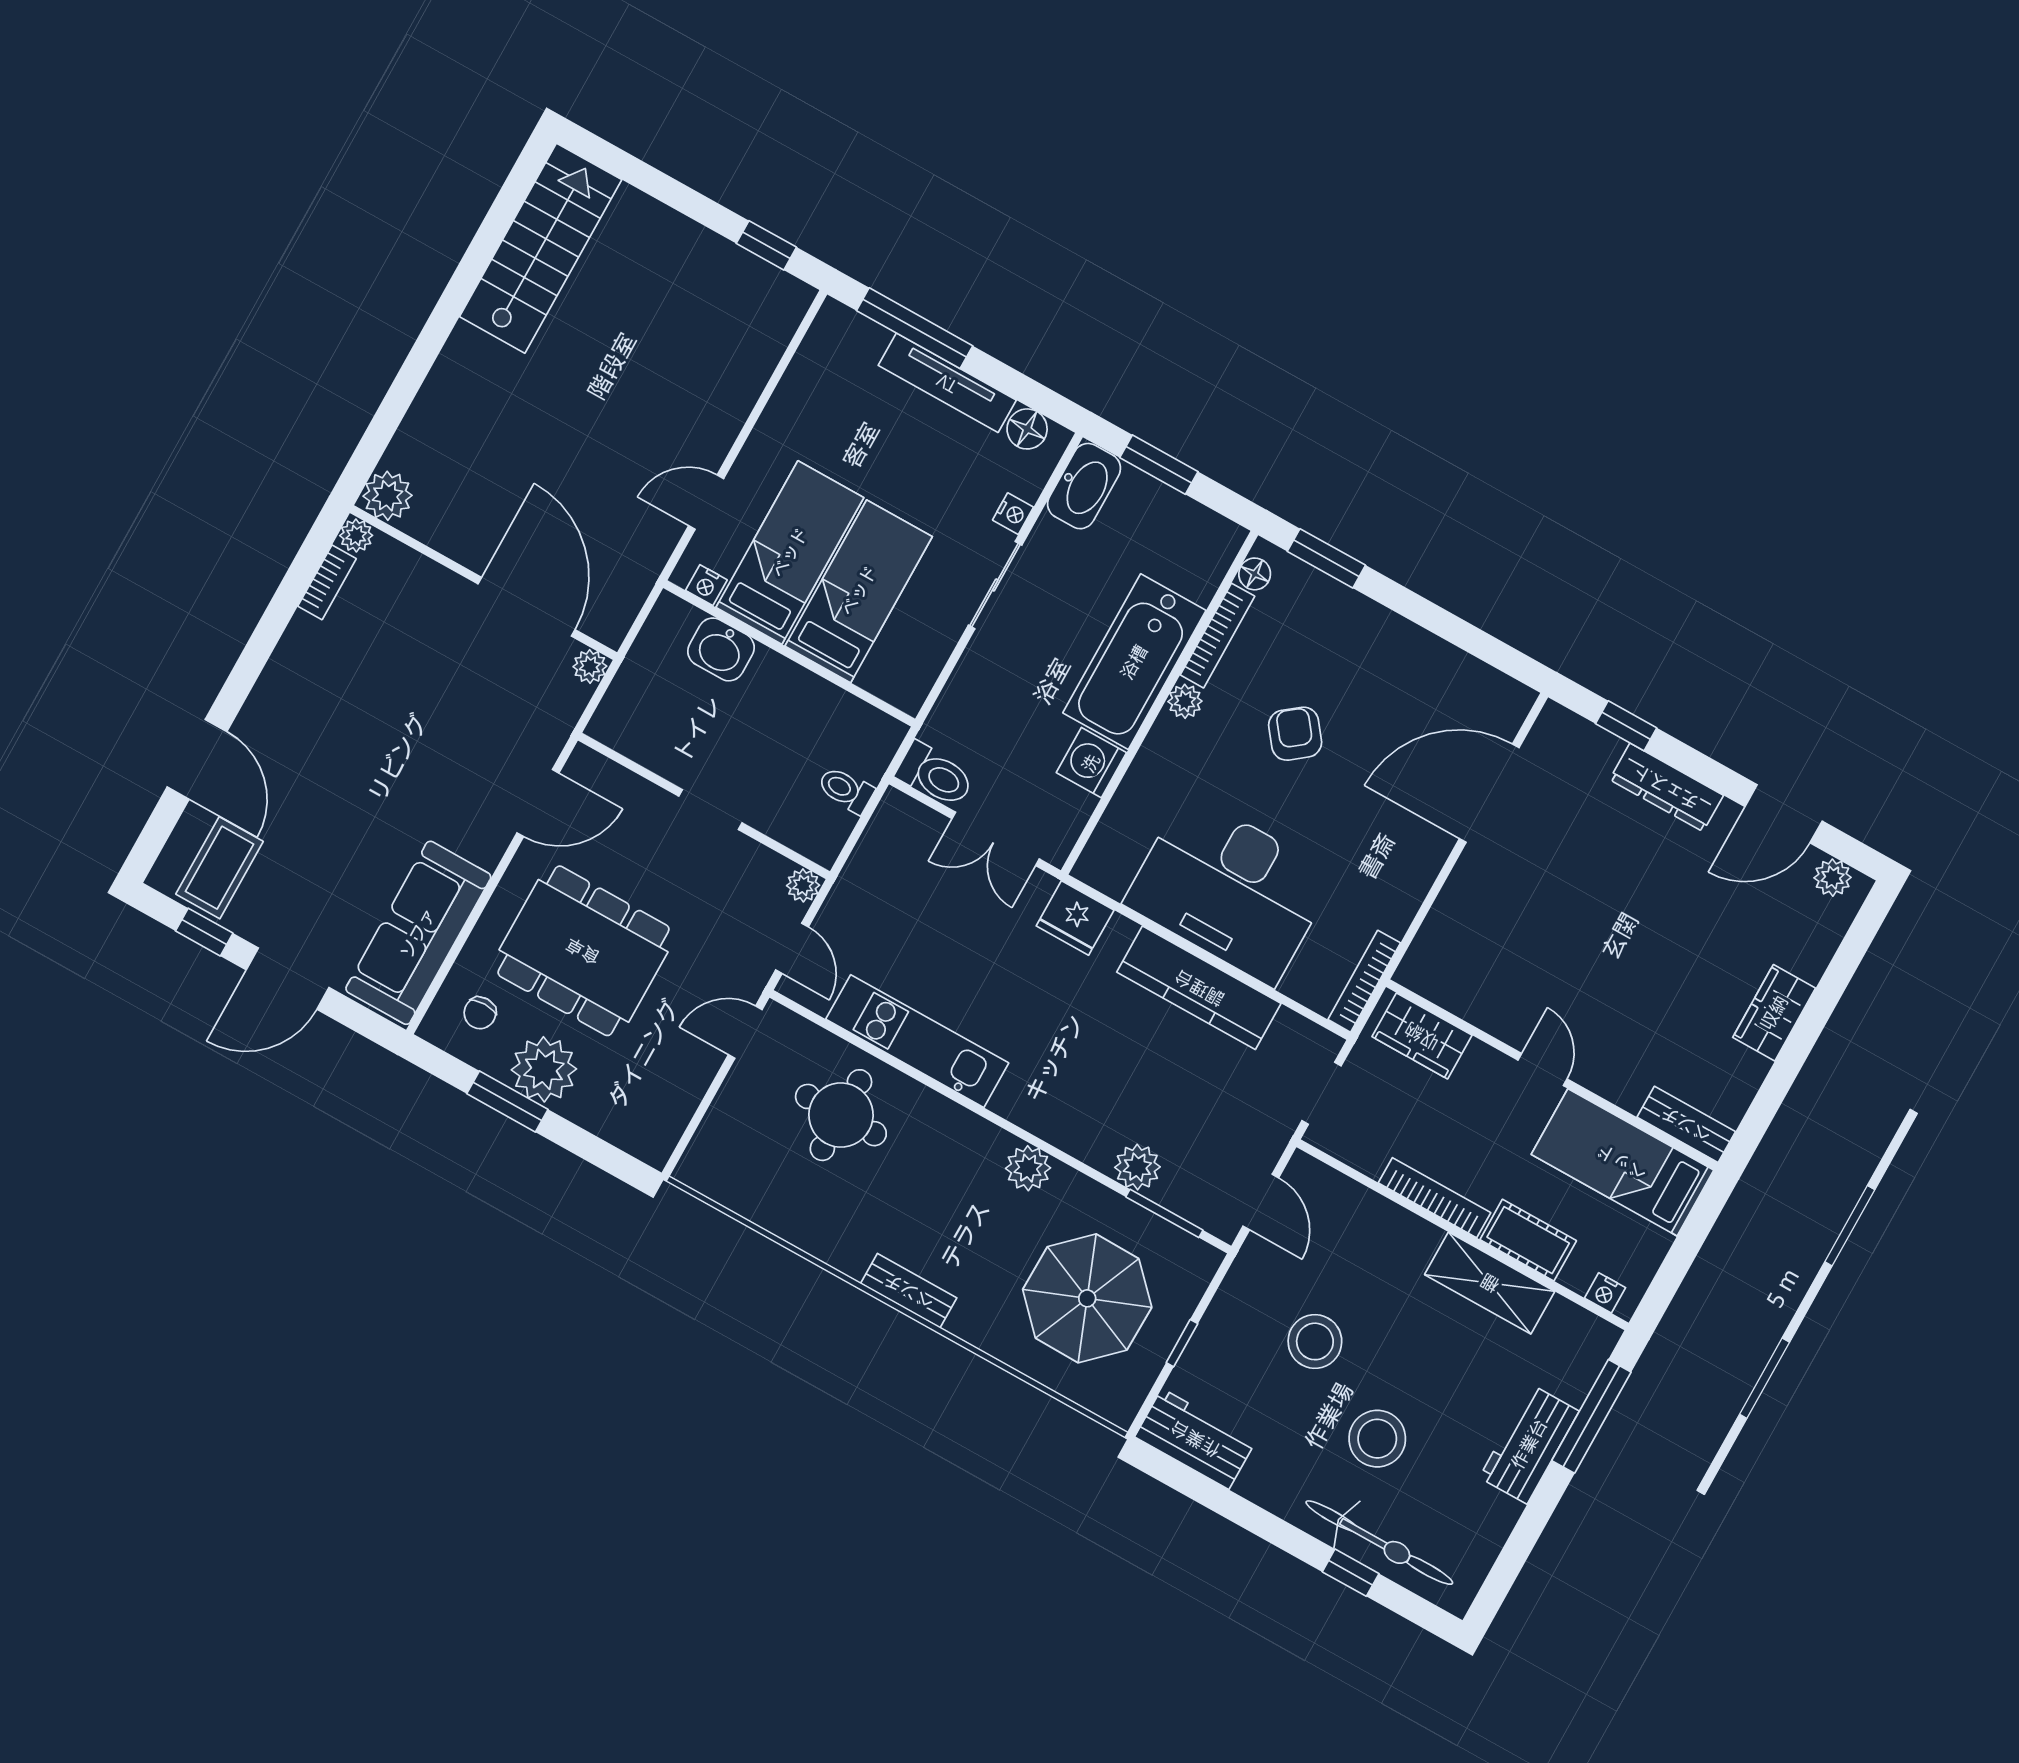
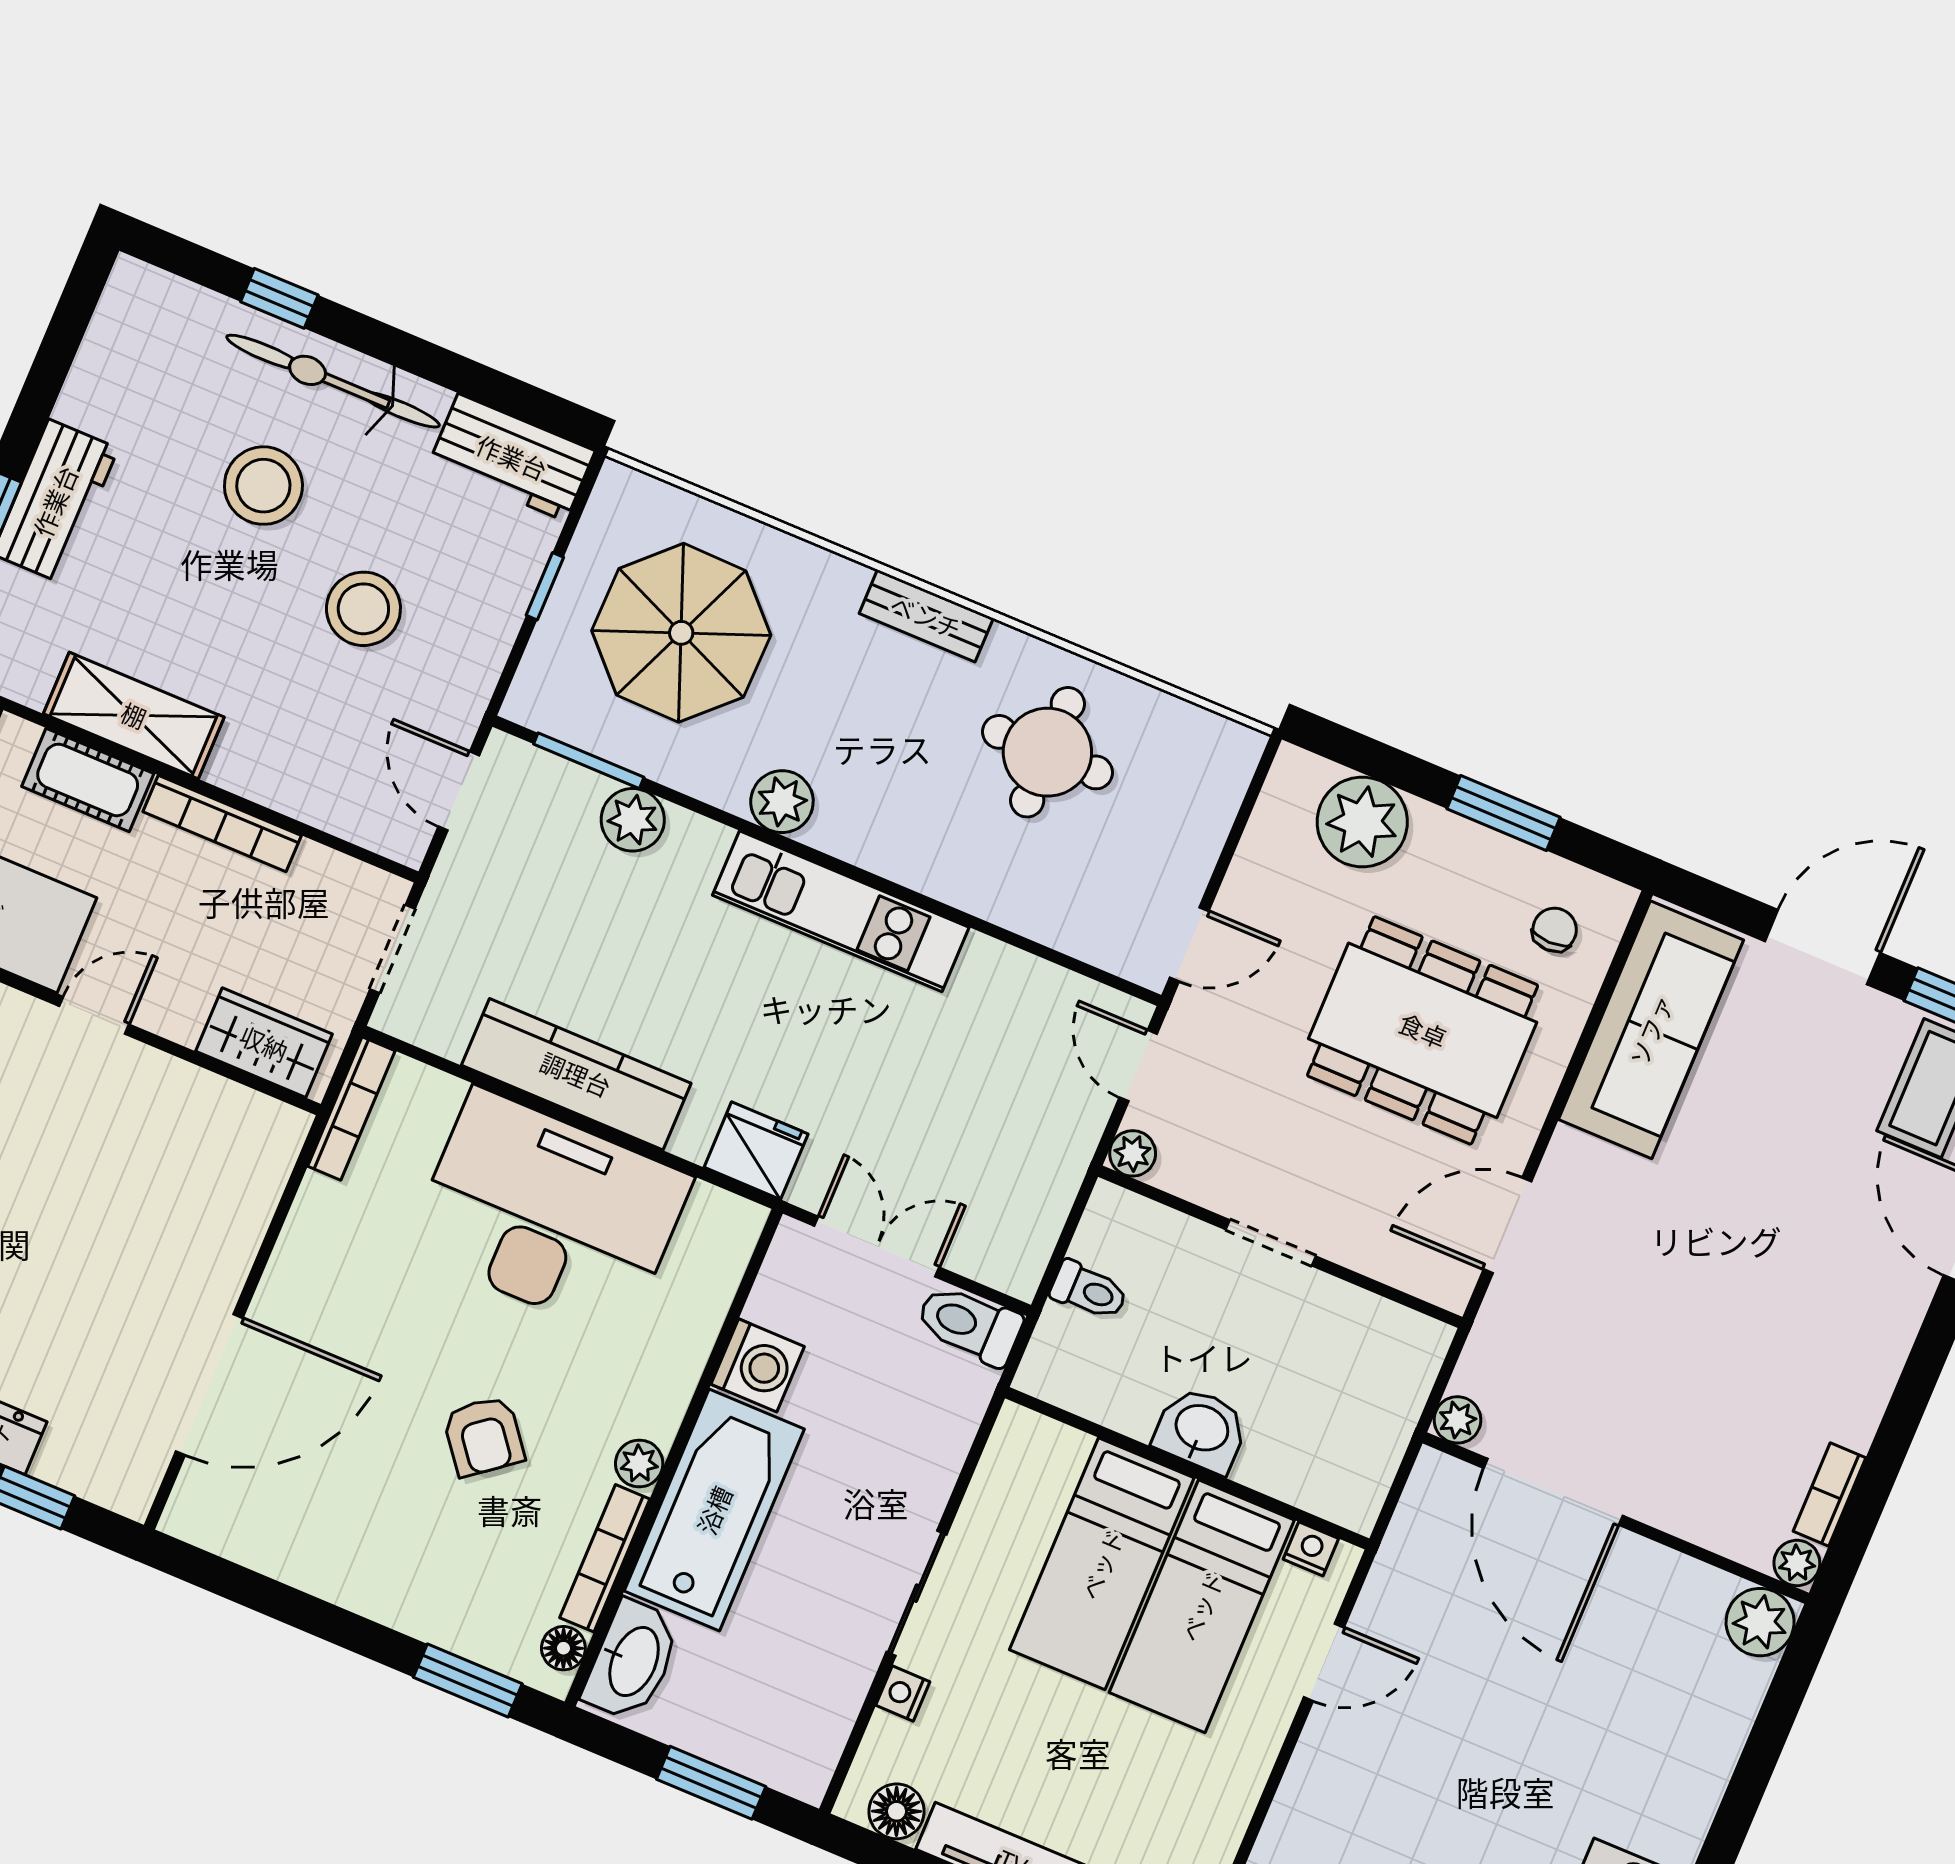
washbasin: (1084, 486) -> (632, 1661), moved, turned 180
washbasin: (721, 649) -> (1201, 1430), moved
kitchen unit: (917, 1041) -> (841, 911), moved
plant: (544, 1069) -> (1362, 822), moved
door: (1543, 1069) -> (94, 1015), swing flipped
round table: (841, 1115) -> (1047, 752), moved
bicycle: (1379, 1543) -> (333, 381), moved

